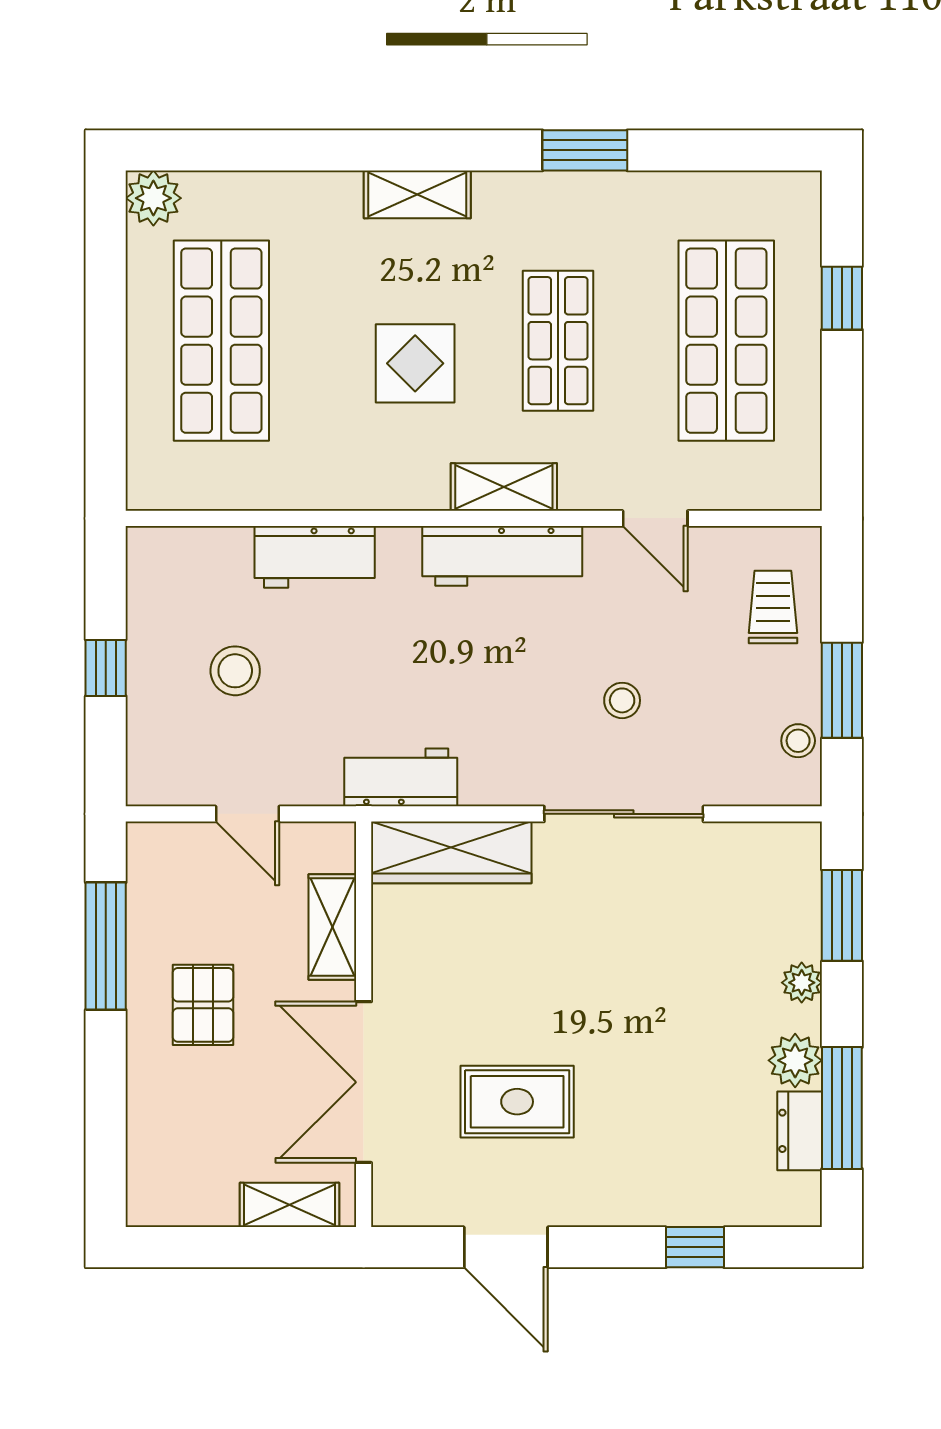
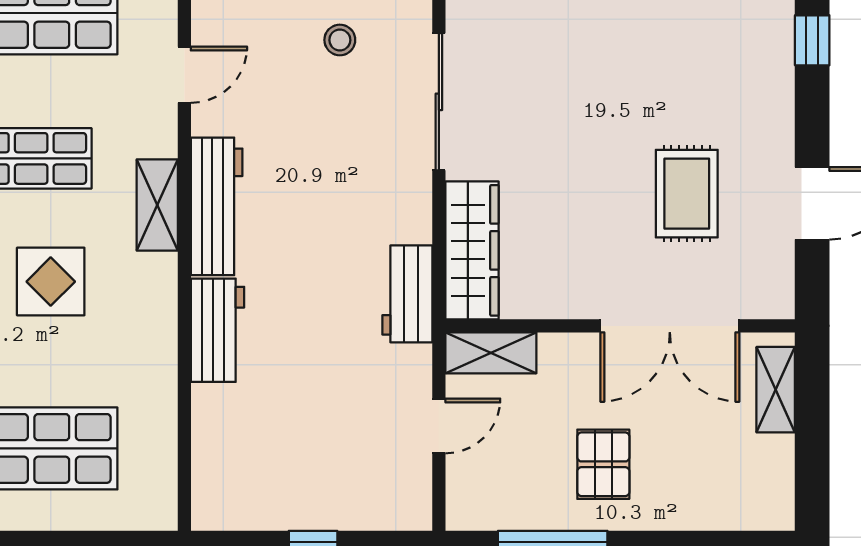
workbench: (315, 557) -> (217, 330), moved
stool: (235, 671) -> (316, 437), removed
stool: (622, 700) -> (340, 40), moved
shelving: (332, 927) -> (491, 353), moved
pallet: (203, 1005) -> (603, 464), turned 90

